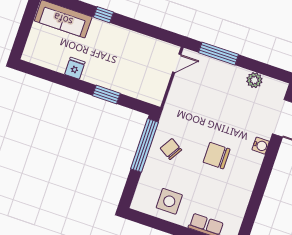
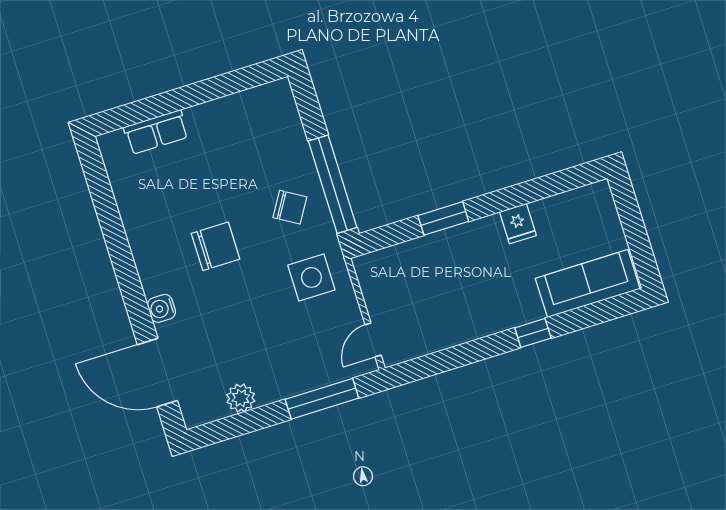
side table: (169, 201) -> (311, 277), moved

